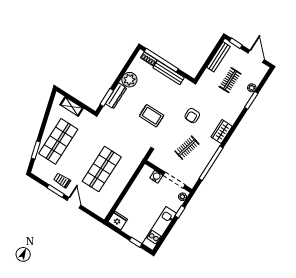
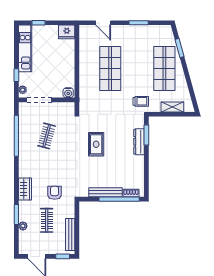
plant: (129, 80) -> (136, 164), removed
rug: (152, 116) -> (96, 144), turned 90
armchair: (192, 116) -> (55, 193), moved
wardrobe: (222, 132) -> (25, 189), moved
water cooler: (156, 177) -> (68, 93), moved
trolley: (62, 180) -> (141, 101), moved
door: (74, 203) -> (103, 23), moved

